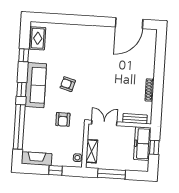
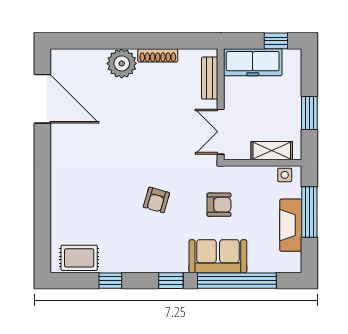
plant: (146, 69) -> (122, 63), added
sofa: (36, 85) -> (218, 256), moved, width x0.73
window: (154, 147) -> (276, 41), moved
fireplace: (37, 159) -> (291, 225), moved
window: (56, 170) -> (309, 212), width x2.17
window: (112, 174) -> (309, 113), width x0.69

